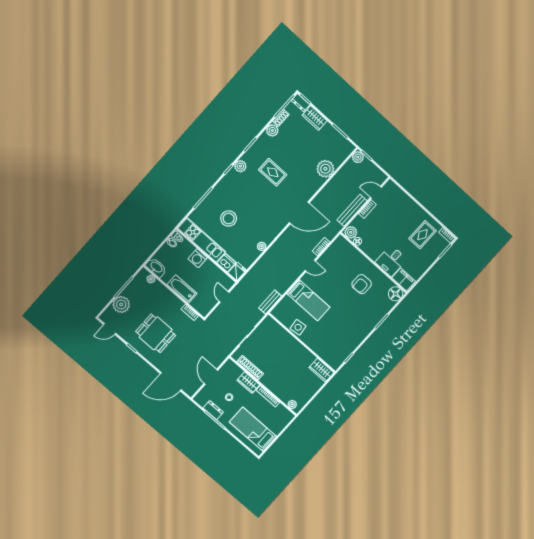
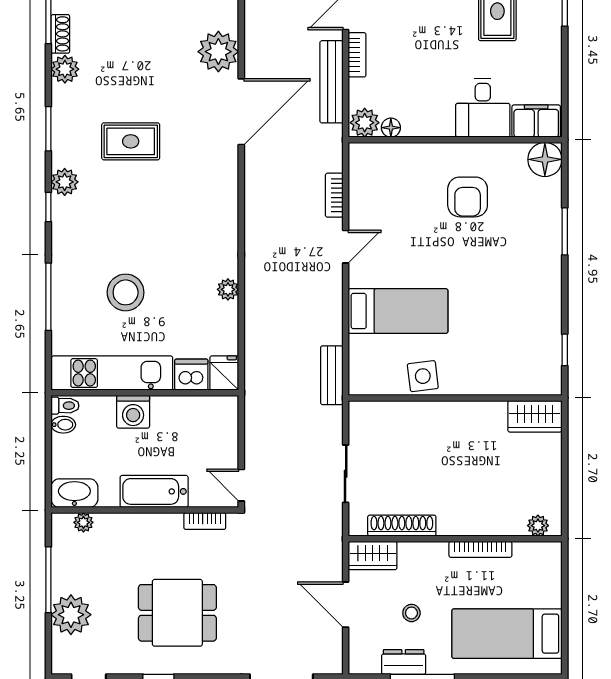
door: (299, 213) -> (241, 112), moved
door: (224, 297) -> (241, 485), moved
wardrobe: (248, 383) -> (373, 555), moved

